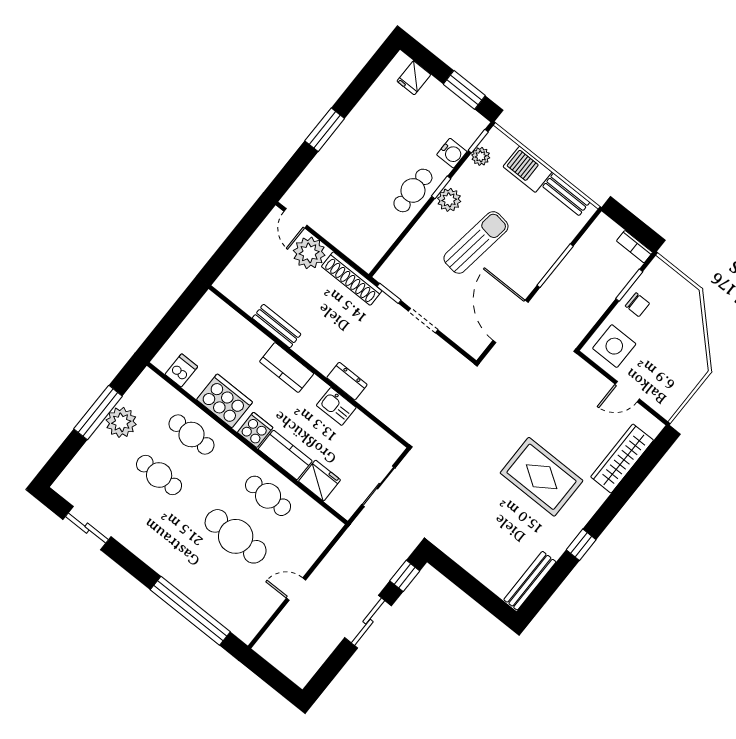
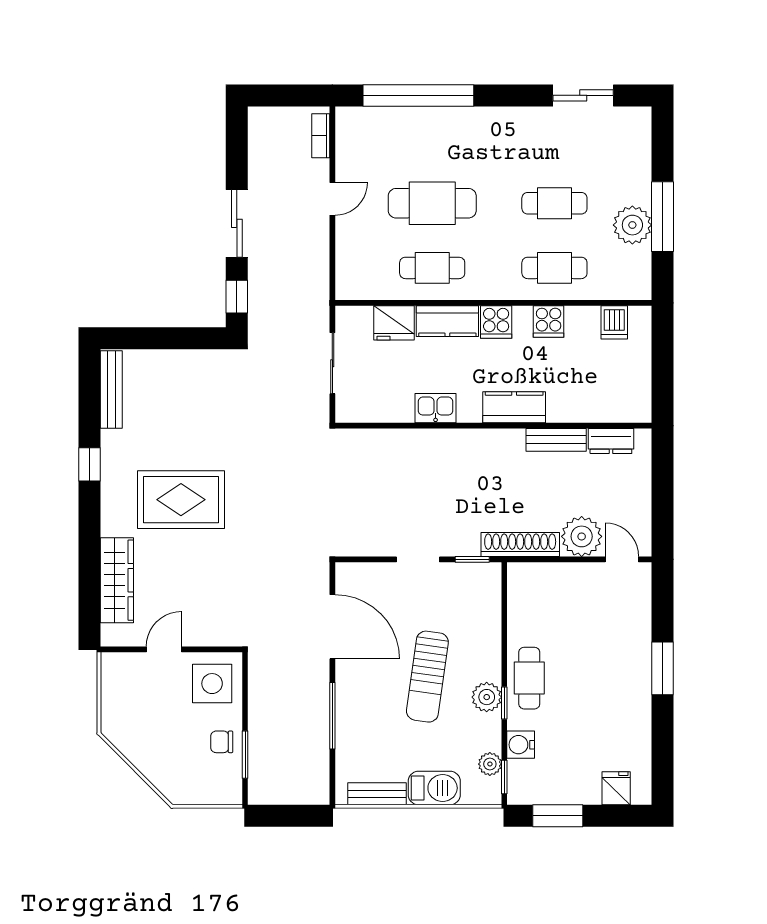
bookcase: (635, 247) -> (321, 136), moved, turned -90
dresser: (347, 381) -> (611, 441), moved
cooker: (225, 401) -> (549, 322), width x0.53, depth x0.76

